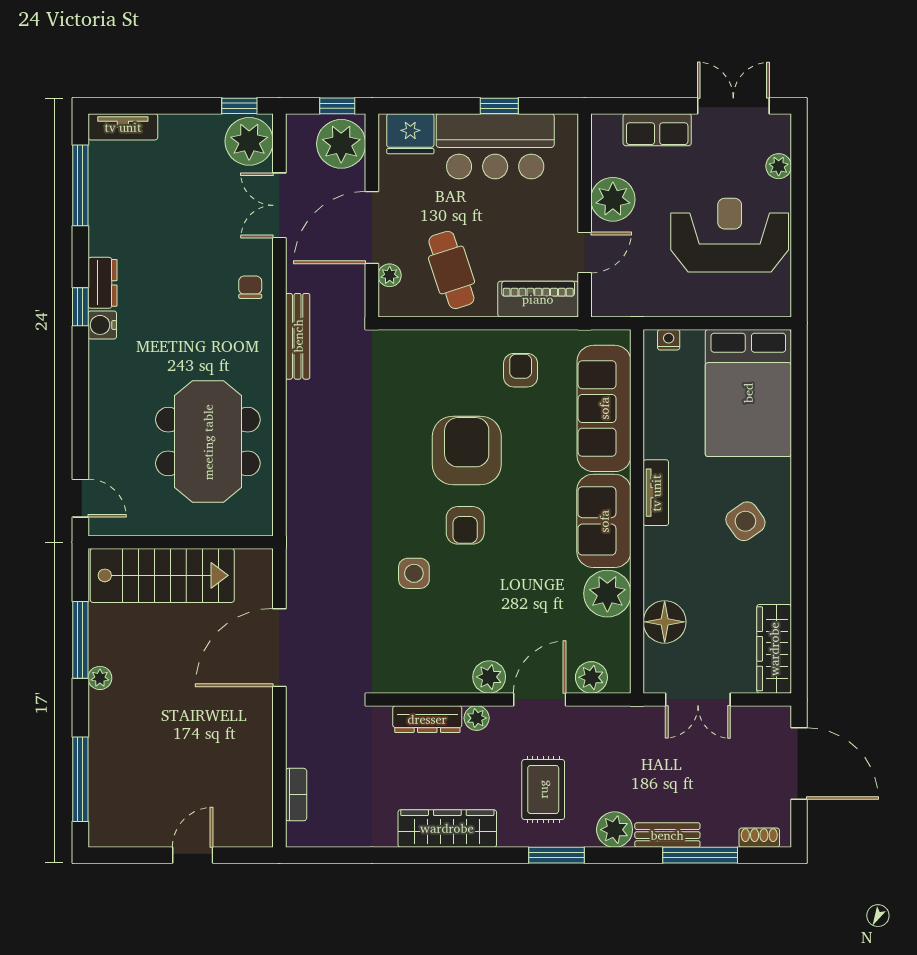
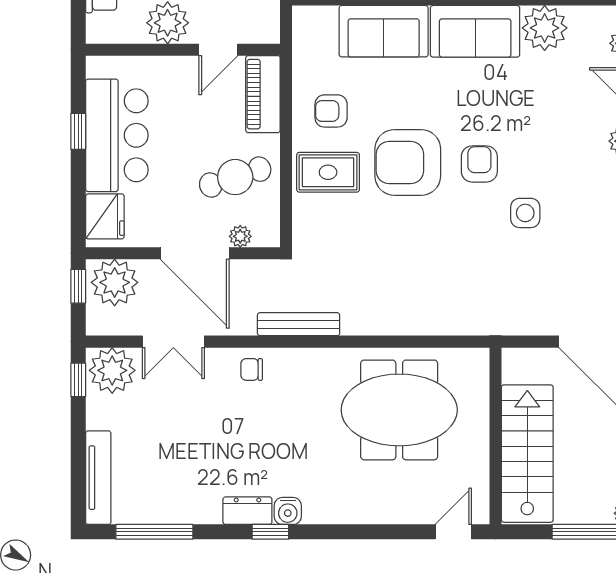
tv unit: (123, 127) -> (98, 478), width x1.41
door: (585, 252) -> (218, 50), swing flipped
rug: (456, 367) -> (328, 172), added
sofa: (604, 408) -> (384, 31), width x0.73
armchair: (465, 525) -> (479, 164), turned -90

